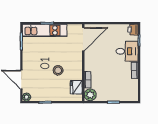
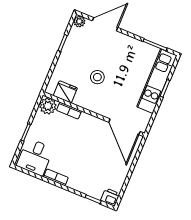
desk: (127, 51) -> (35, 157), moved

